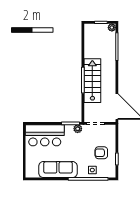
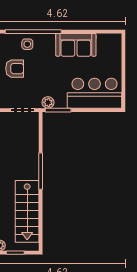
stairs: (92, 81) -> (27, 211), moved
sofa: (58, 170) -> (76, 45), width x0.73

